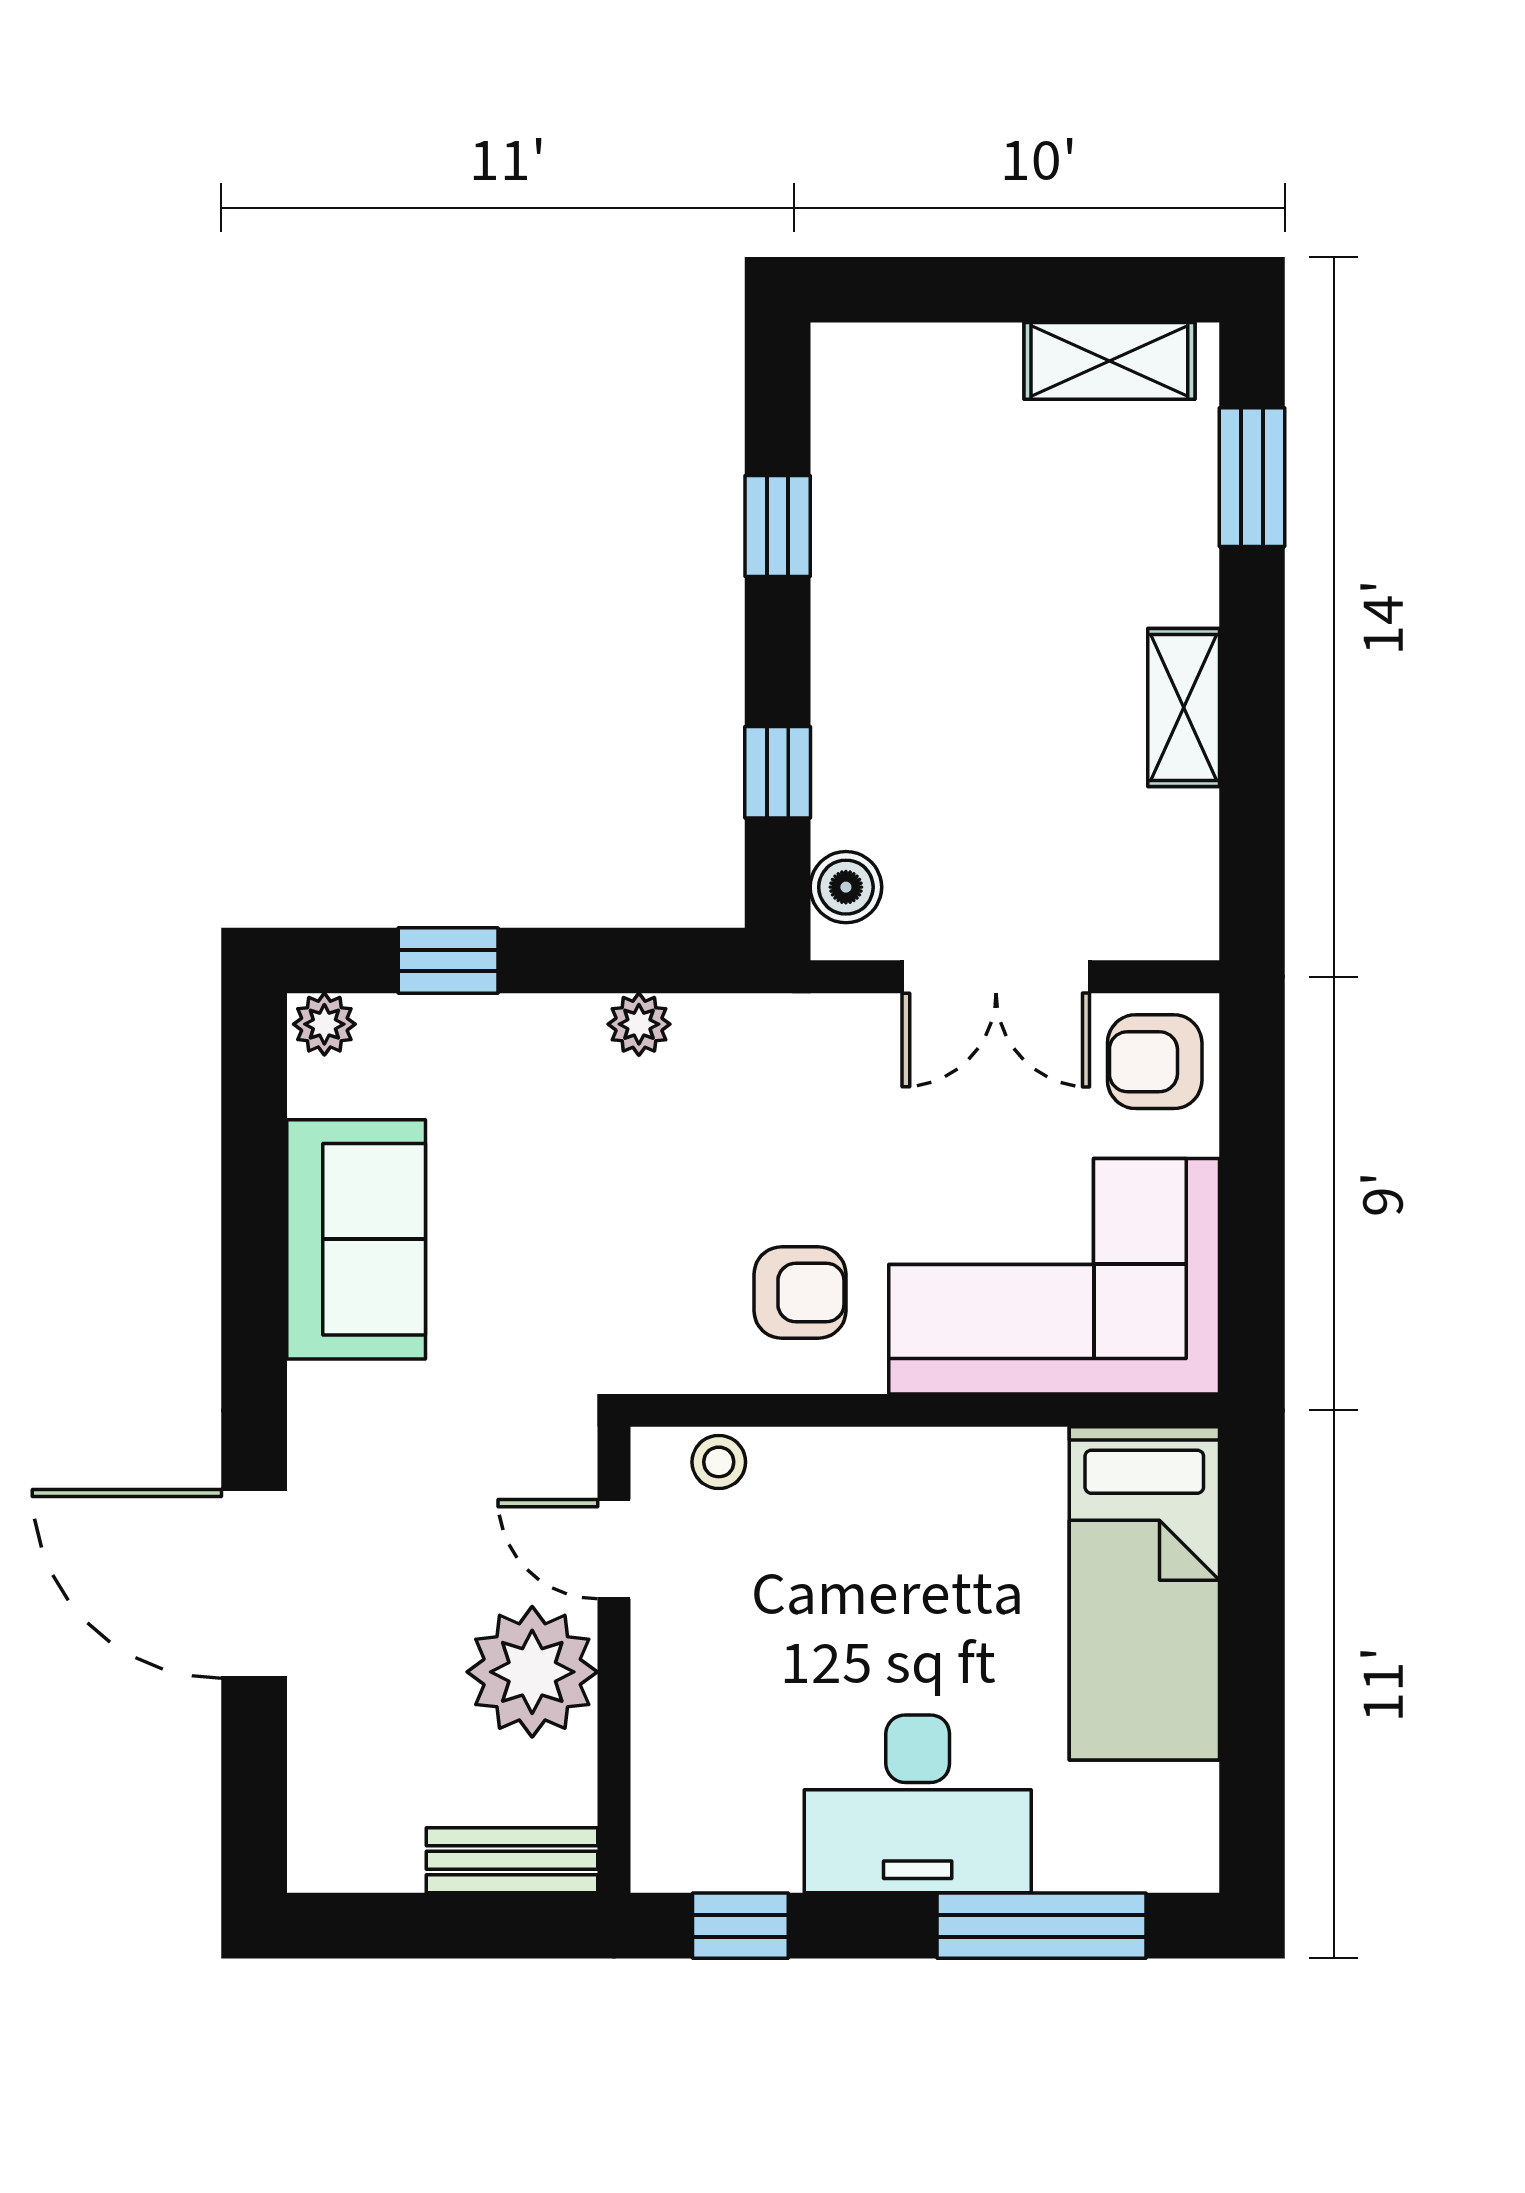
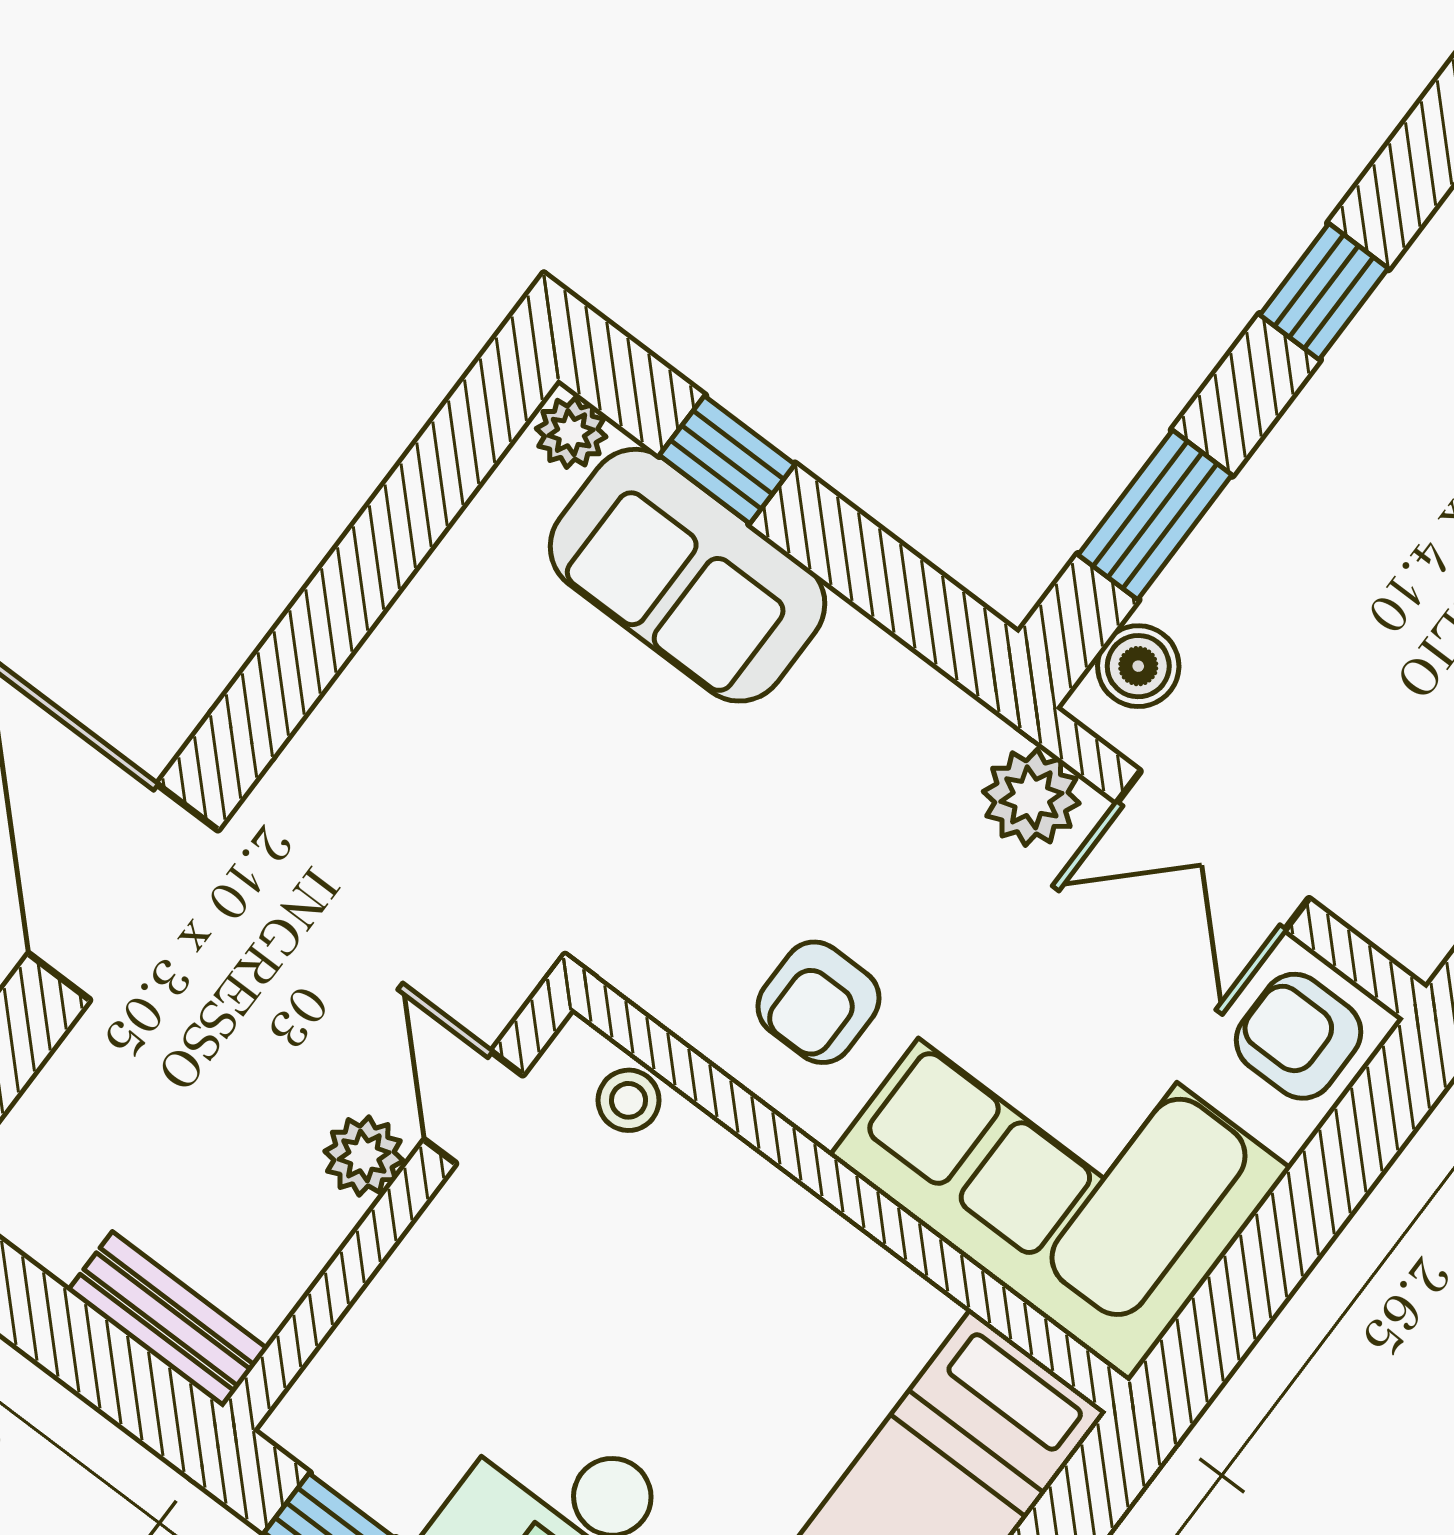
window: (778, 772) -> (1155, 515), width x1.50
plant: (639, 1024) -> (1031, 797), moved, width x1.38, depth x1.38
sofa: (356, 1239) -> (688, 575), moved, turned 90
armchair: (800, 1292) -> (818, 1002), turned 90
plant: (532, 1672) -> (364, 1156), width x0.53, depth x0.53

